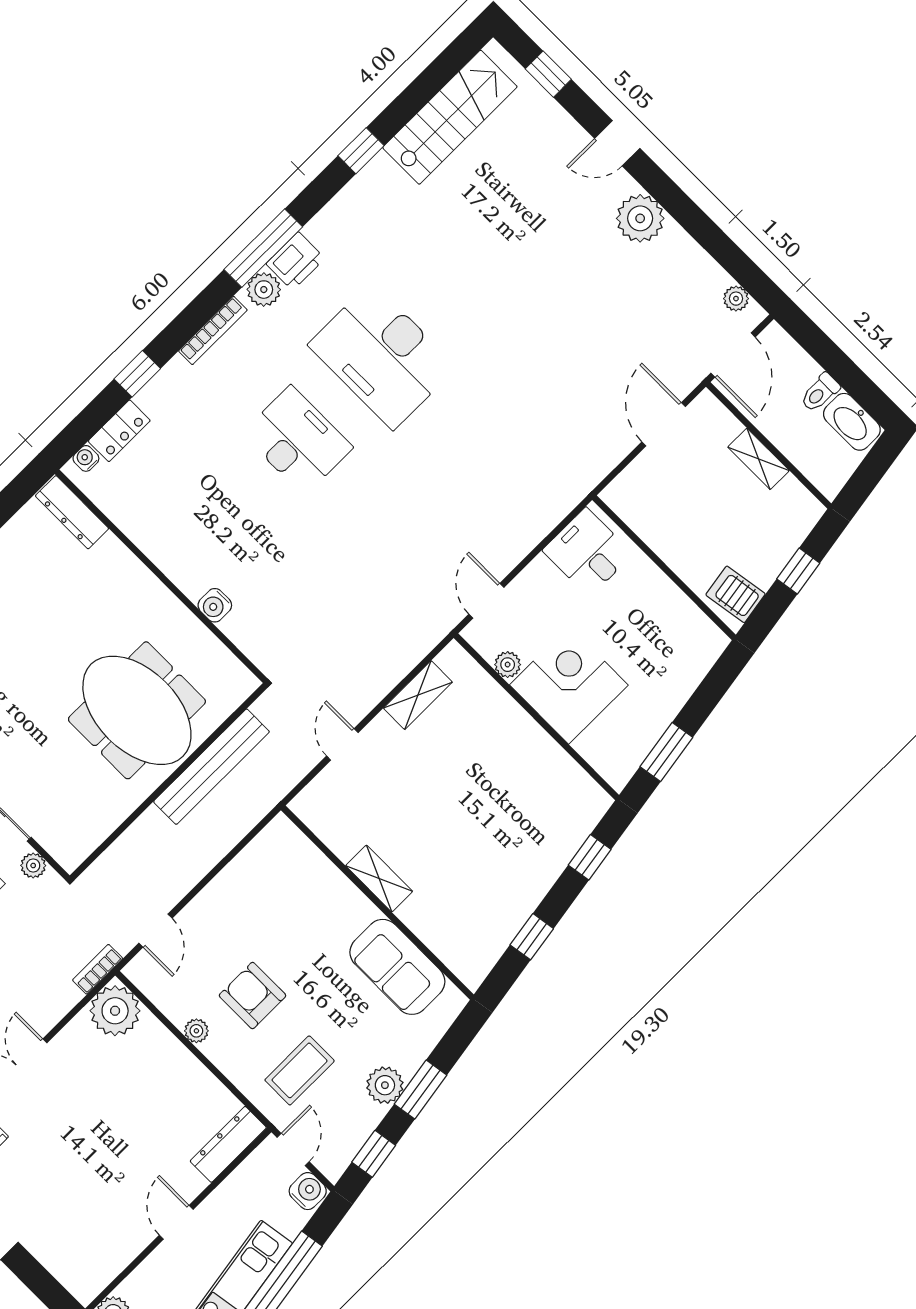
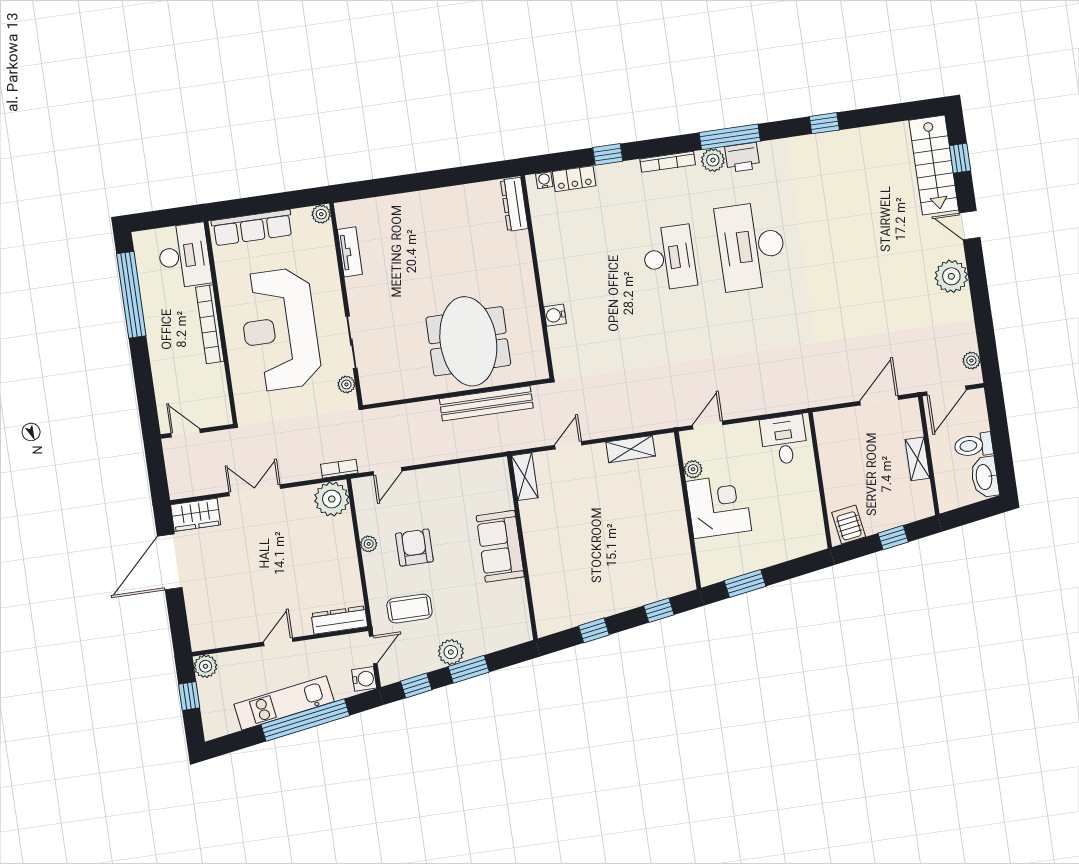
stairs: (450, 117) -> (934, 165), moved, turned 90
toilet: (820, 393) -> (974, 445), width x1.37, depth x1.39
shelving: (379, 879) -> (525, 477), moved
sofa: (397, 967) -> (500, 546), moved

